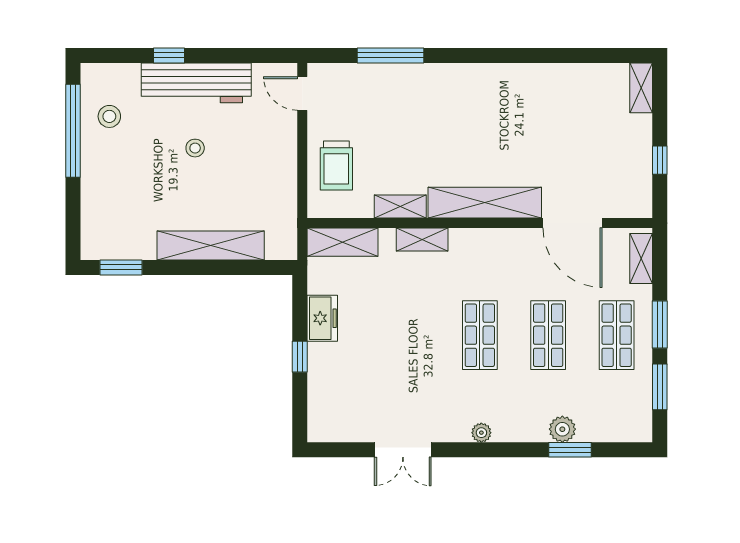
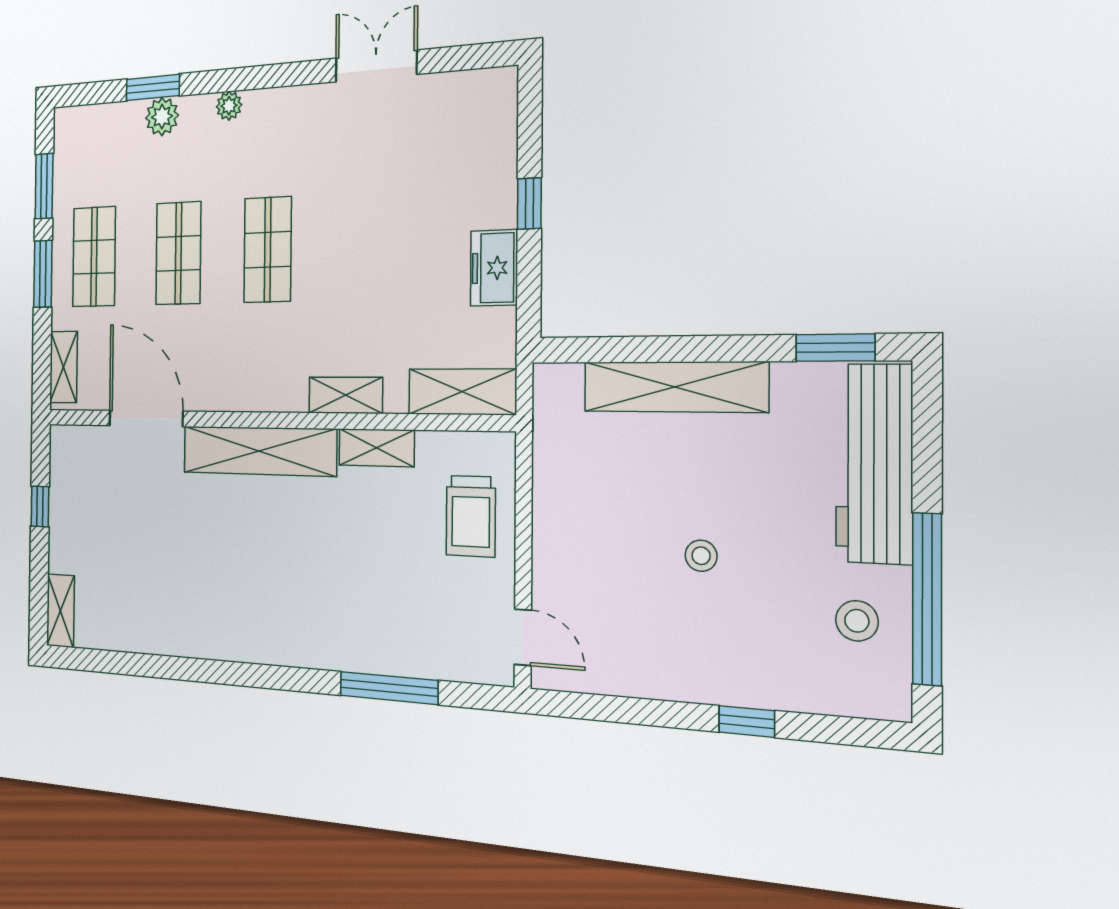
workbench: (196, 83) -> (874, 464), moved, turned -90
trolley: (336, 165) -> (471, 516), turned 180
plant: (481, 433) -> (229, 106), moved

